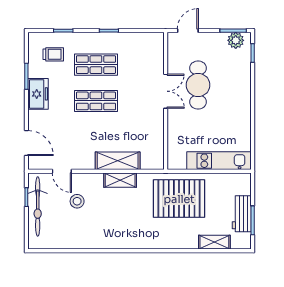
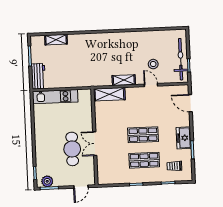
shelving: (118, 161) -> (109, 94), moved
door: (62, 171) -> (151, 85), moved
pallet: (179, 199) -> (82, 69), removed
workbench: (242, 214) -> (38, 76), moved

